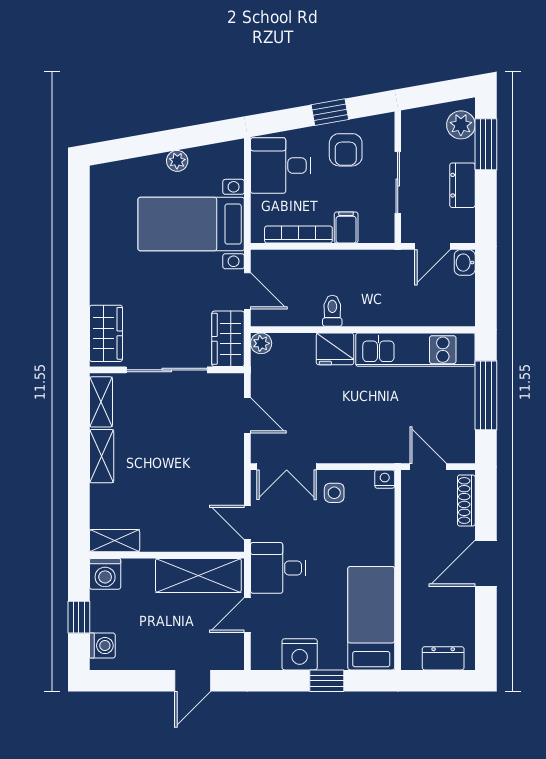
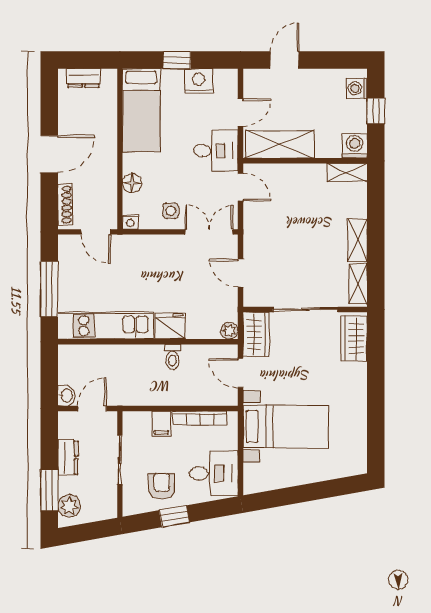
plant: (177, 161) -> (297, 477), removed
floor lamp: (383, 527) -> (132, 183), added

